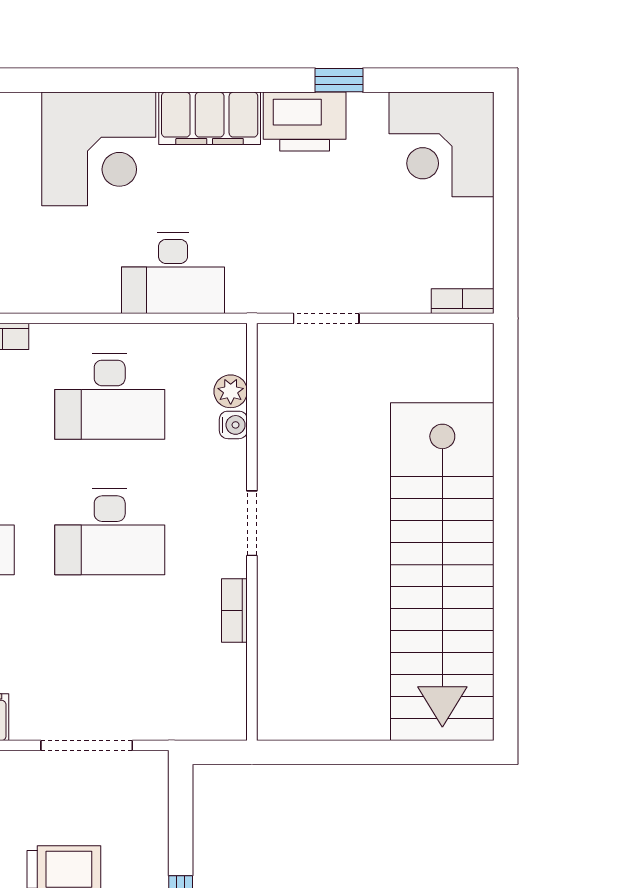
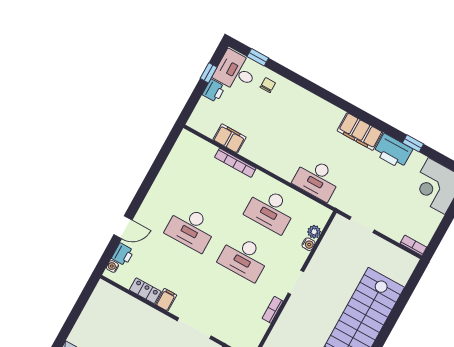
corner desk: (99, 149) -> (315, 121), removed

